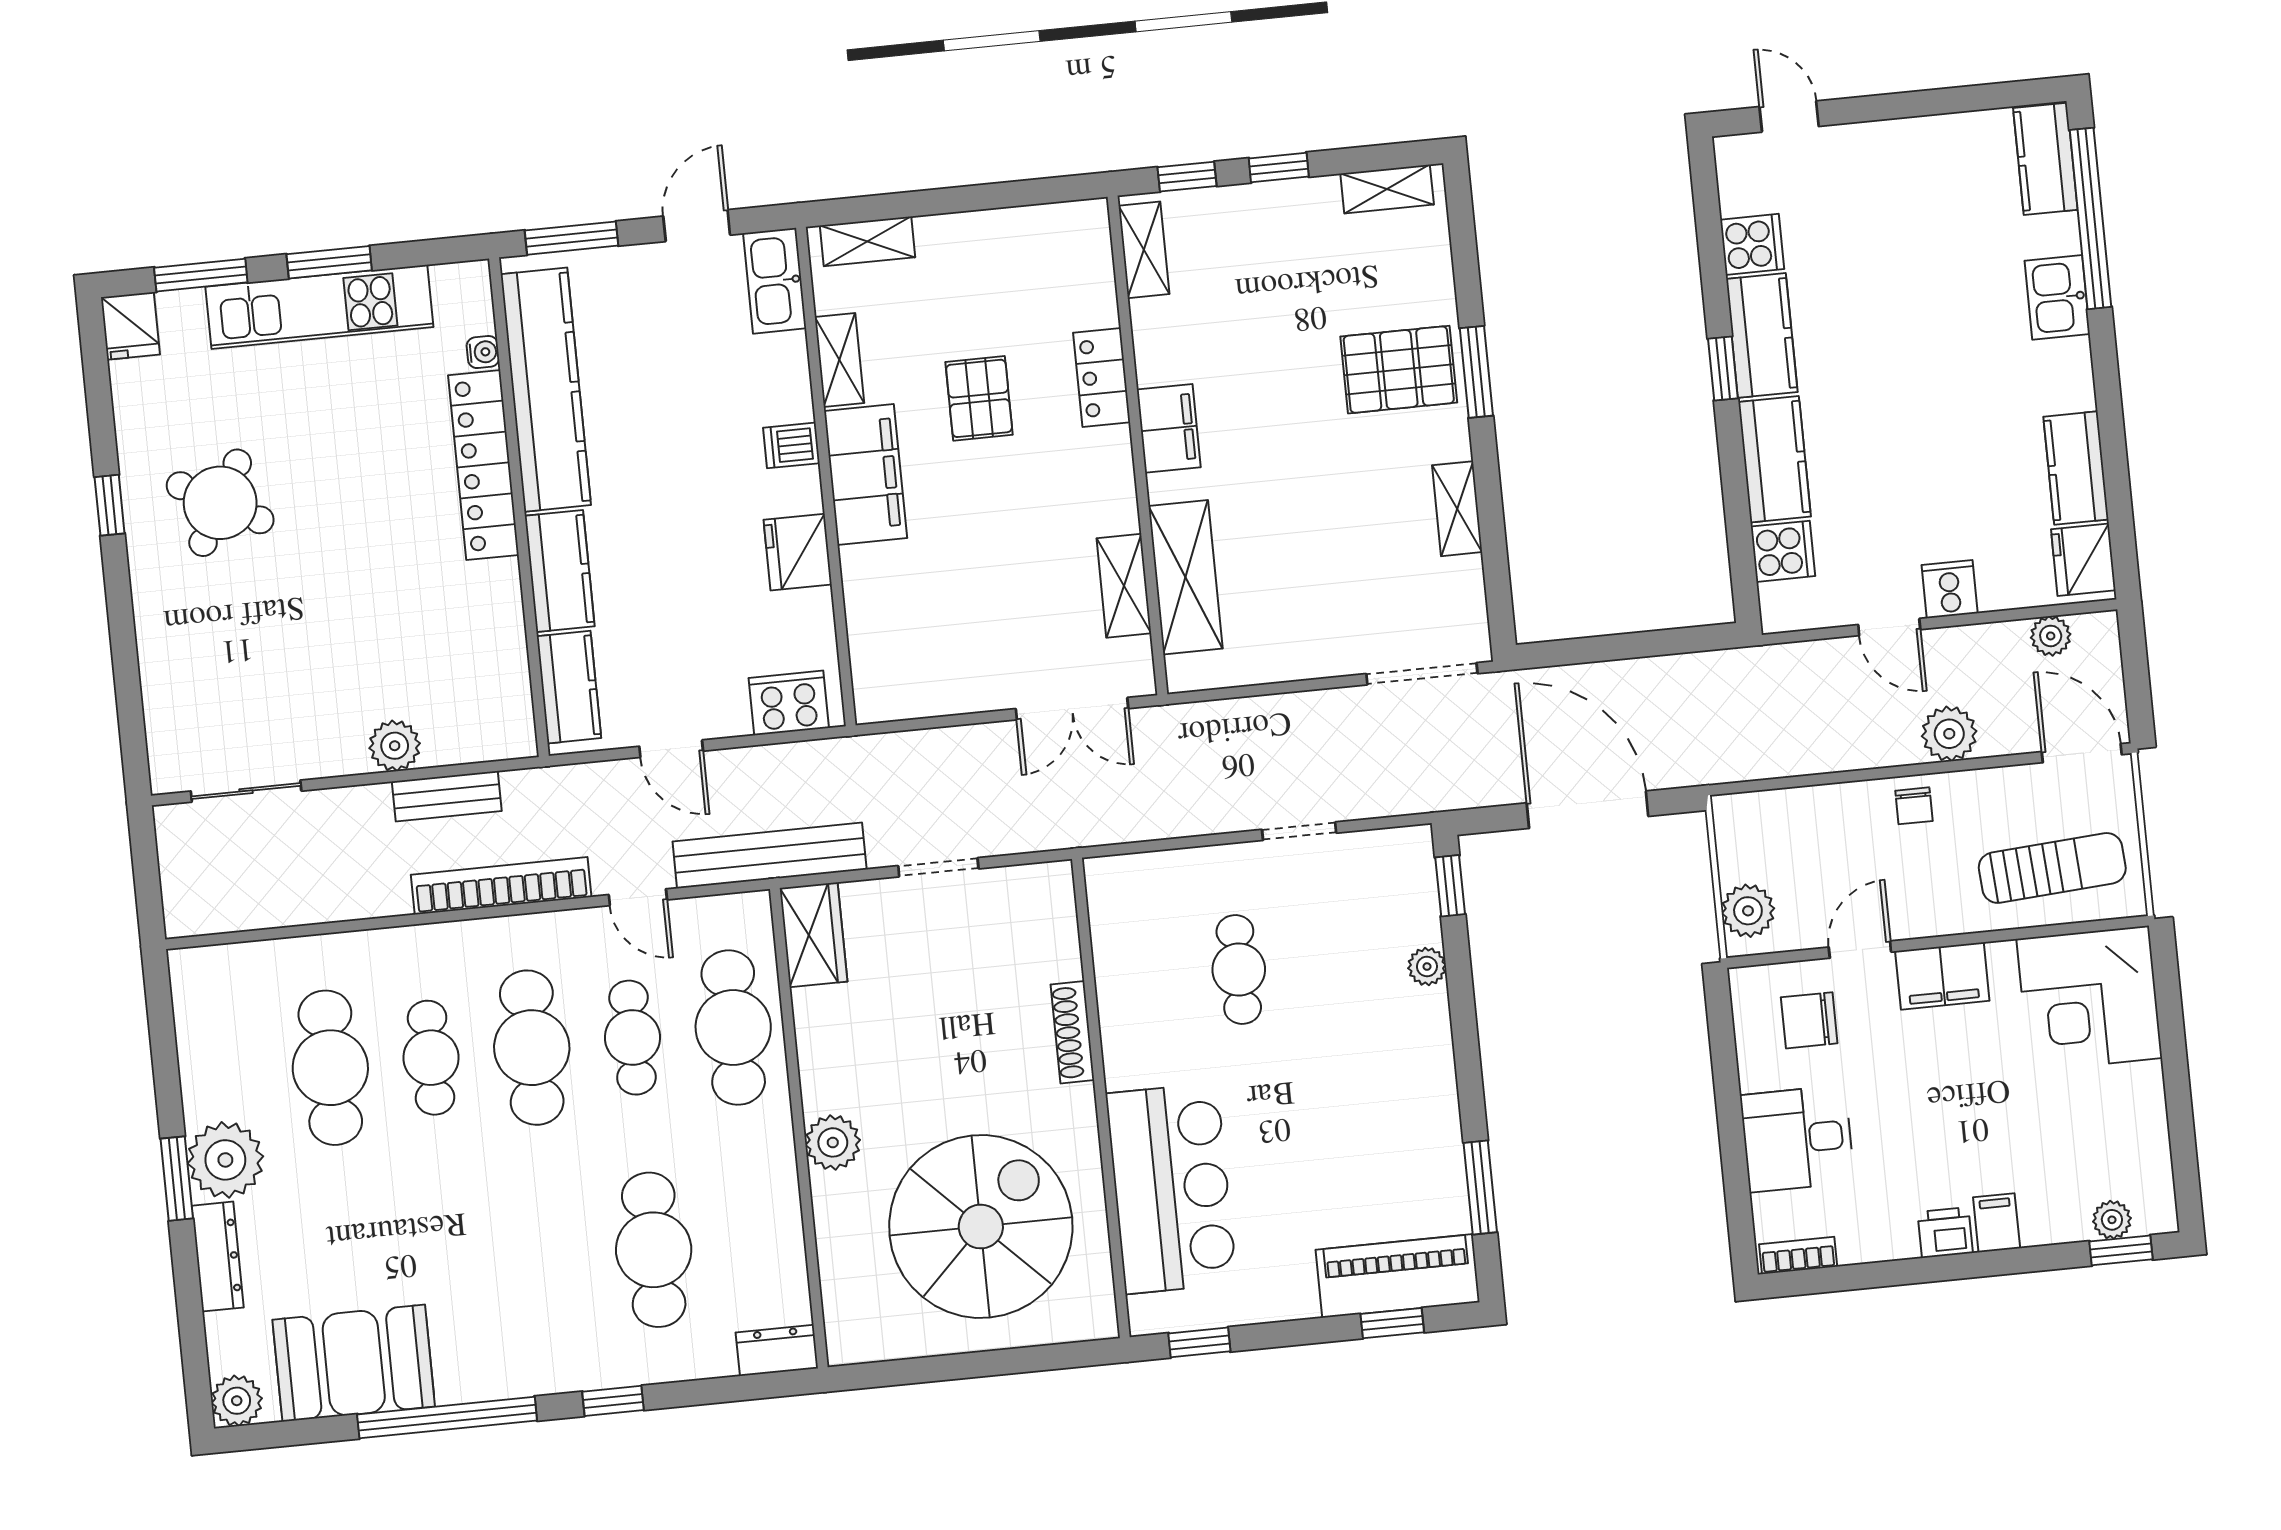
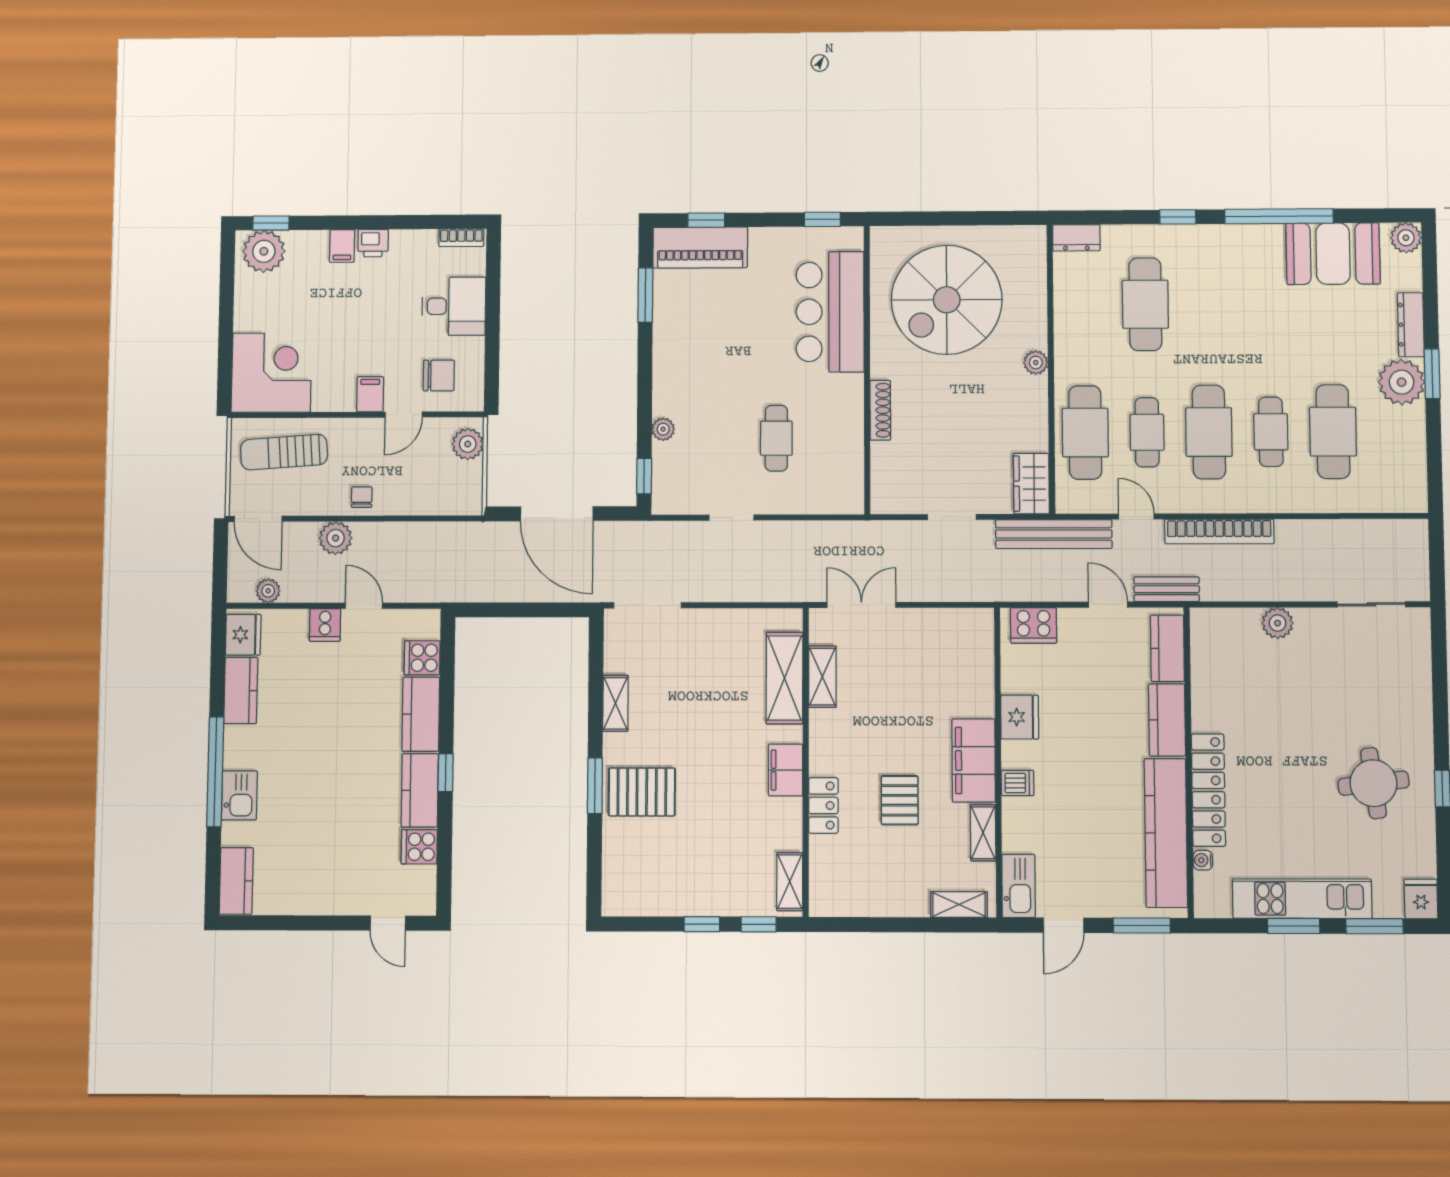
shelving: (1387, 189) -> (637, 904), removed
window: (2090, 218) -> (215, 772), moved
round table: (220, 503) -> (1373, 783), turned -36
bench: (447, 796) -> (1167, 589), moved
filing cabinet: (1942, 976) -> (370, 394), width x0.50
plant: (833, 1142) -> (1036, 363), width x0.73, depth x0.73
plant: (2112, 1220) -> (264, 251), width x1.87, depth x1.87

